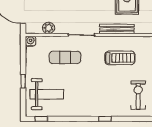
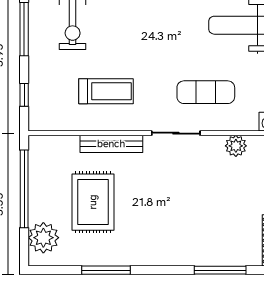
treadmill: (120, 58) -> (106, 91), turned 180

